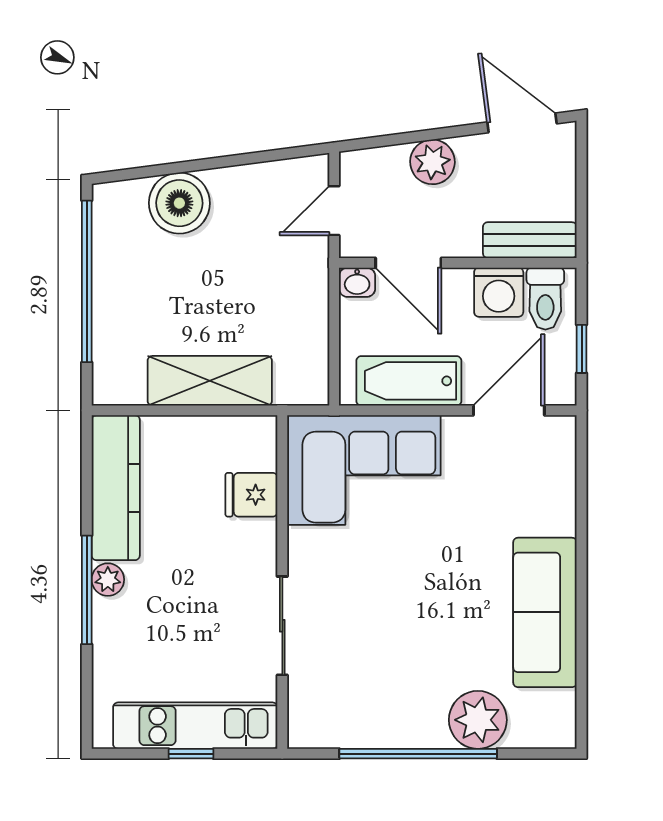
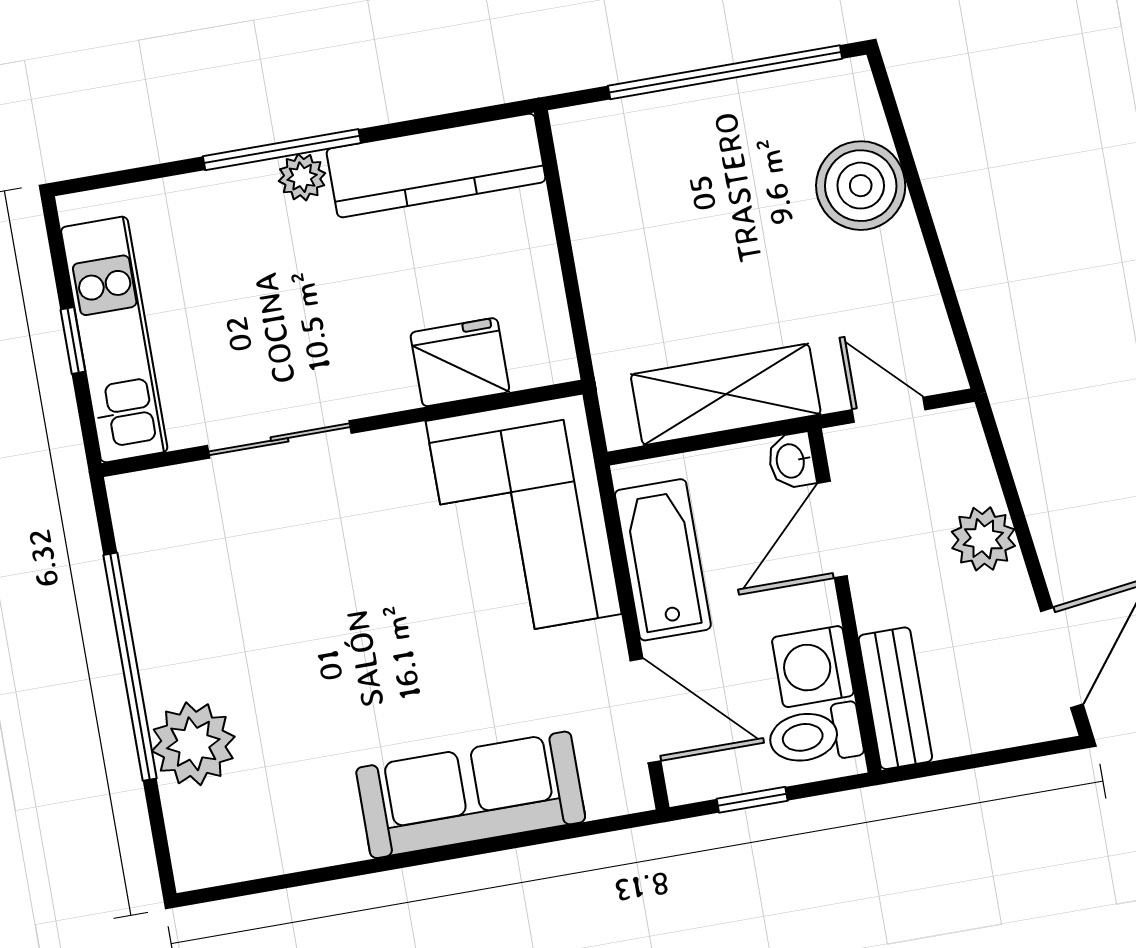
shelving: (210, 381) -> (726, 394), moved, turned 90
fridge: (251, 495) -> (460, 362), width x1.38
sofa: (545, 612) -> (471, 795), moved

